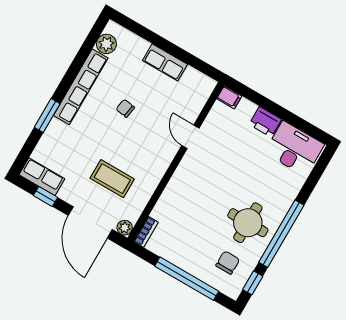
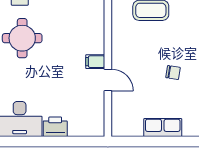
filing cabinet: (229, 97) -> (95, 62), moved

